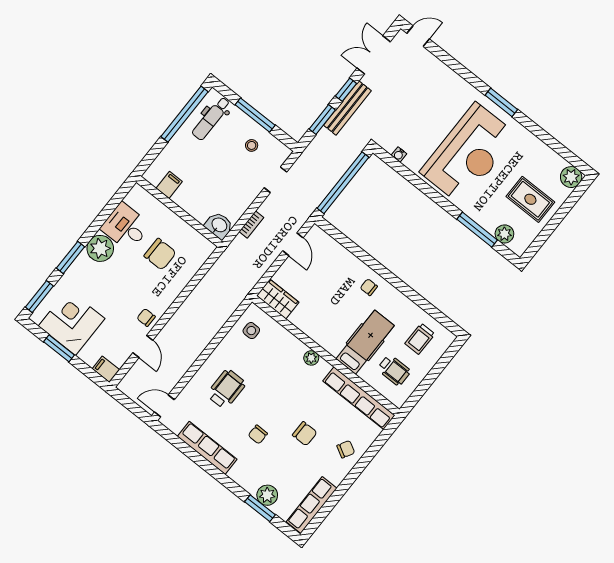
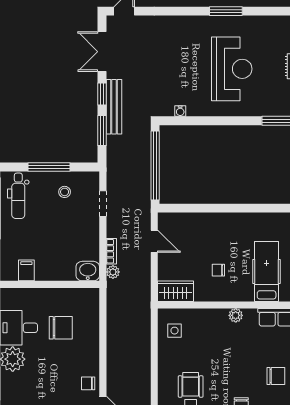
reception desk: (469, 154) -> (232, 69), width x0.74, depth x0.77
plant: (239, 242) -> (113, 272), added
chair: (369, 287) -> (218, 270), moved

